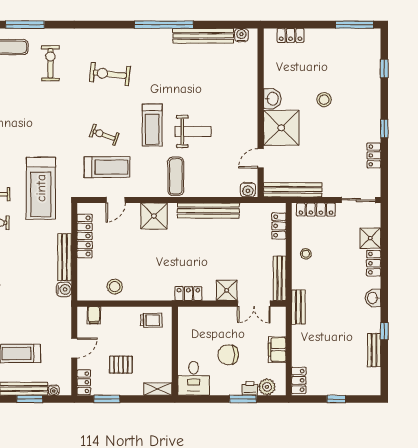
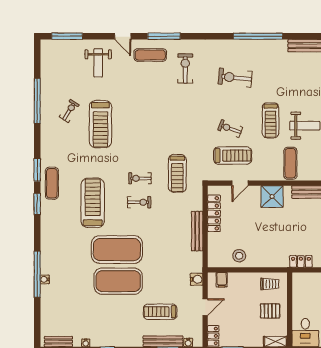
window: (164, 25) -> (258, 36), moved
treadmill: (41, 188) -> (177, 173), width x0.73, depth x0.73
water cooler: (64, 289) -> (197, 279), moved
pallet: (121, 365) -> (270, 311), moved

